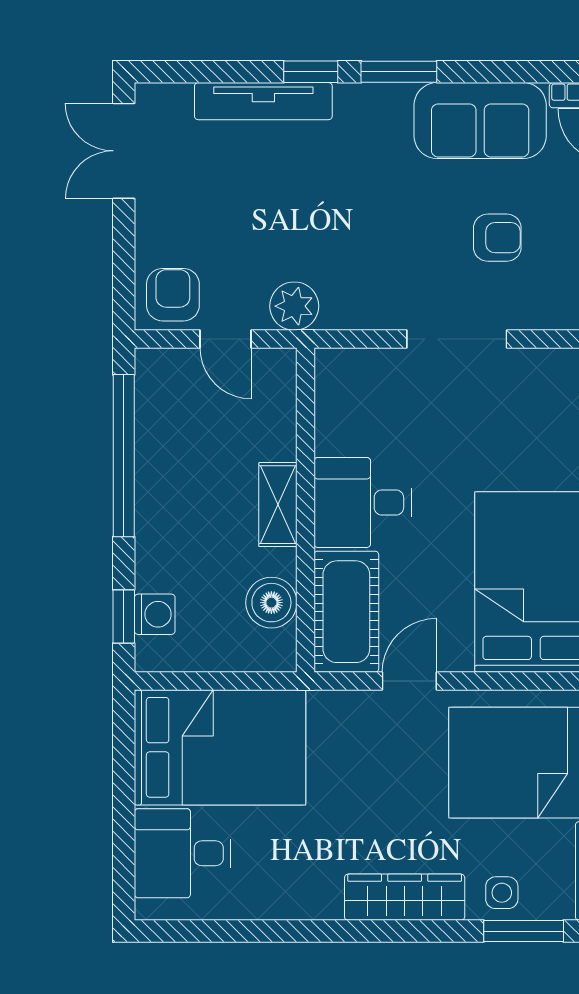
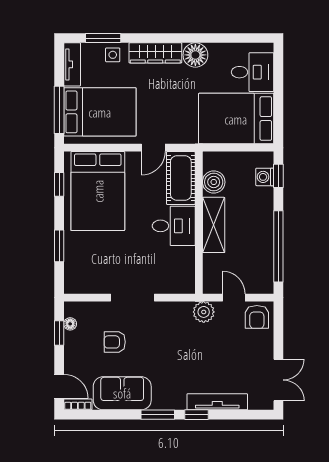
shelving: (278, 505) -> (214, 225), width x1.50, depth x1.33
floor lamp: (313, 892) -> (195, 55), added

